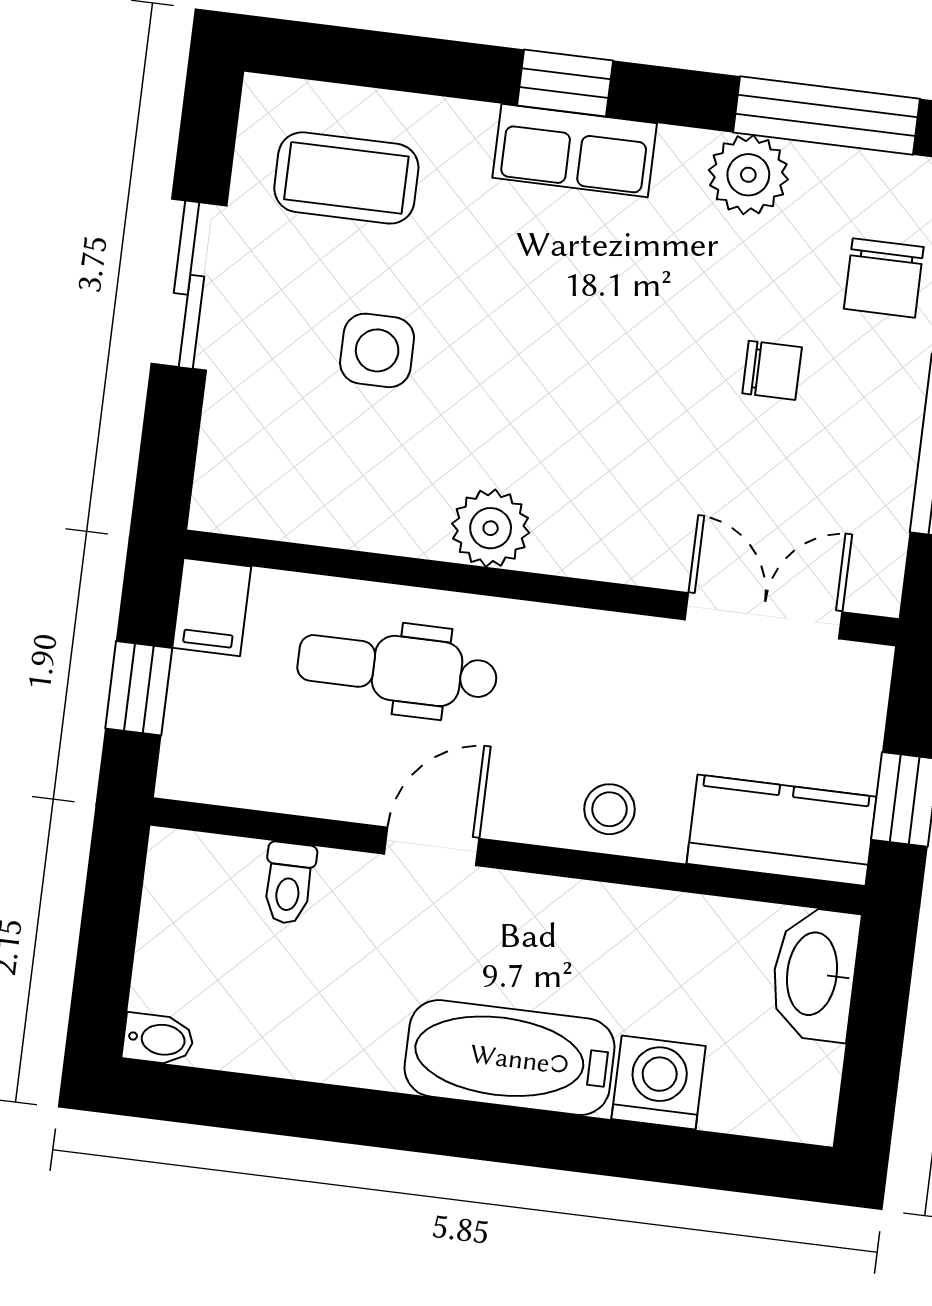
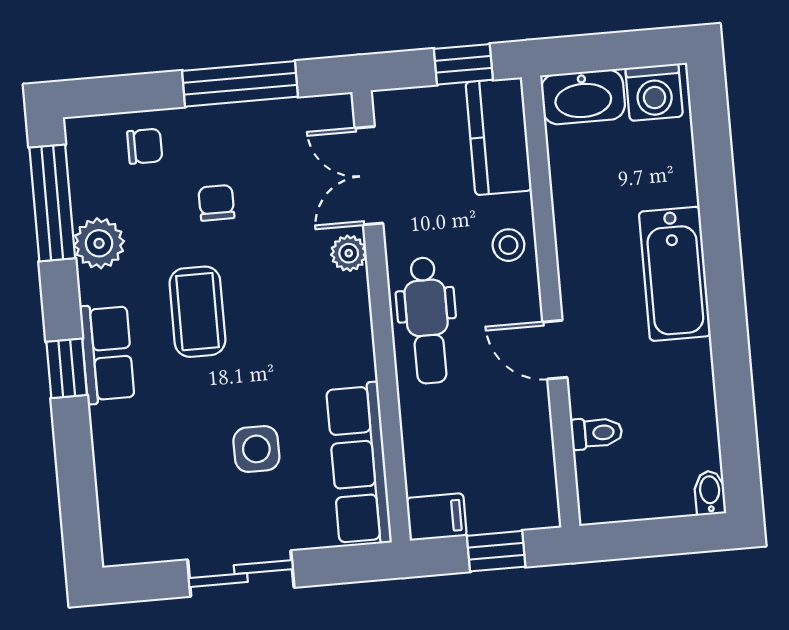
coffee table: (346, 178) -> (197, 312), moved
chair: (884, 278) -> (145, 146), width x0.73, depth x0.73
row of seats: (319, 504) -> (359, 464), added
plant: (491, 528) -> (349, 253), moved, width x0.73, depth x0.73
dental chair: (397, 669) -> (427, 320), moved
washing machine: (659, 1082) -> (654, 92), moved, turned -90

